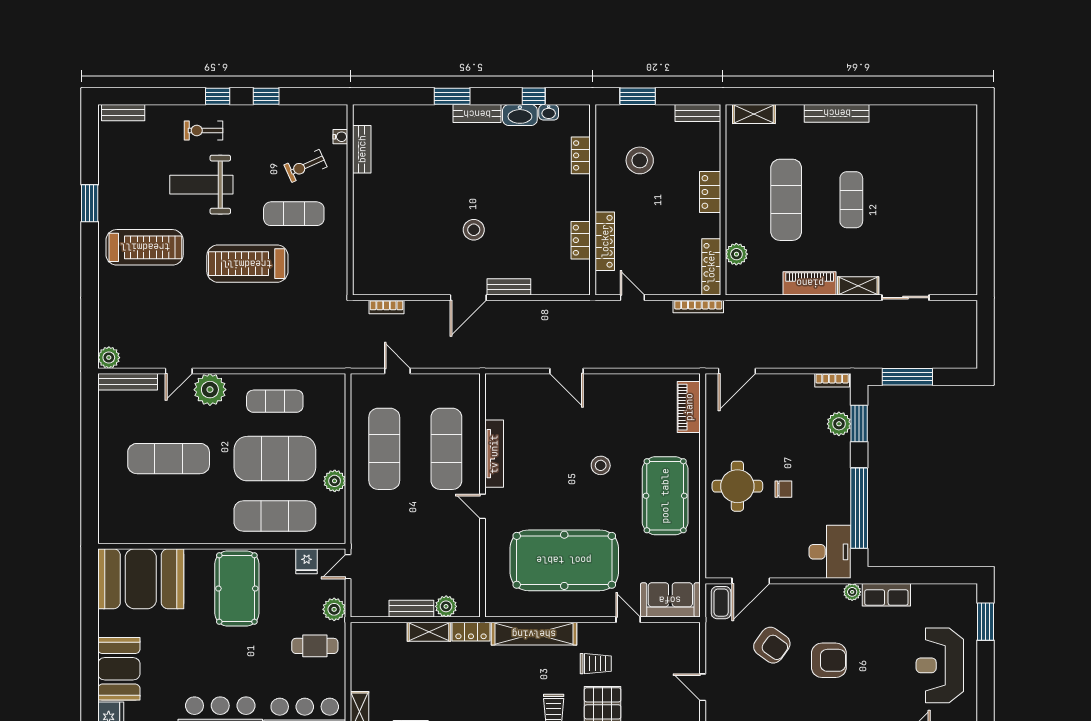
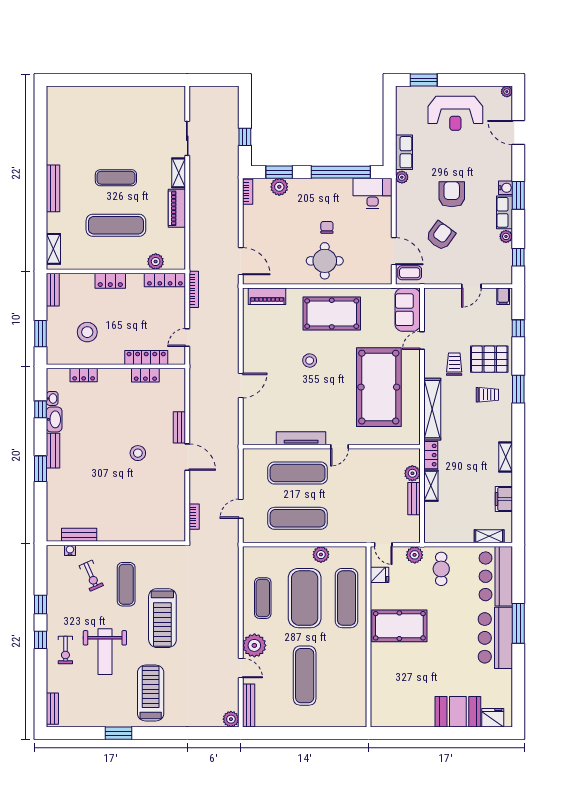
window: (907, 377) -> (245, 137), width x0.46
booth: (141, 579) -> (392, 696), removed

